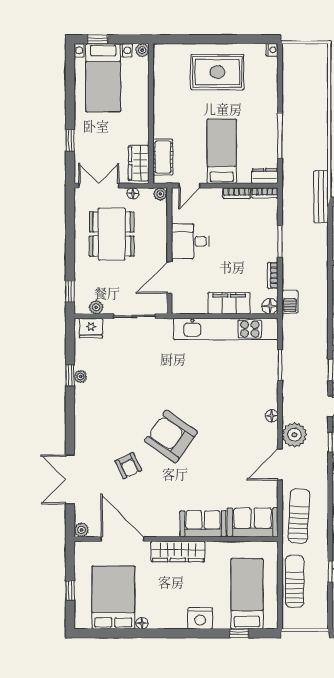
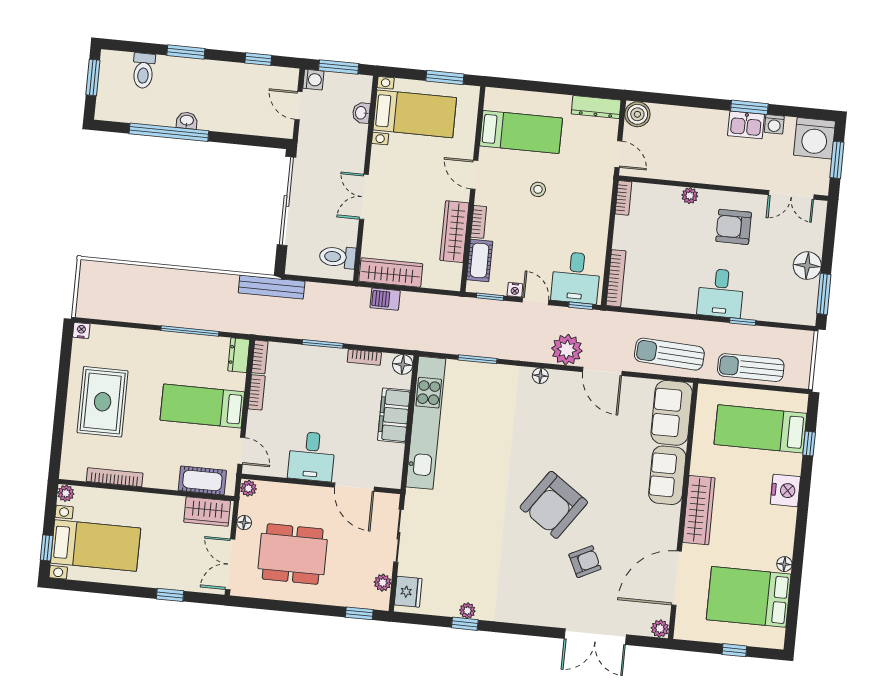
bookcase: (159, 87) -> (115, 477), added
barbecue: (290, 302) -> (385, 299), moved, turned 180

